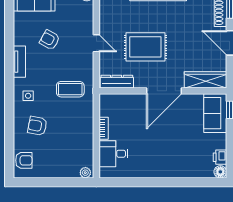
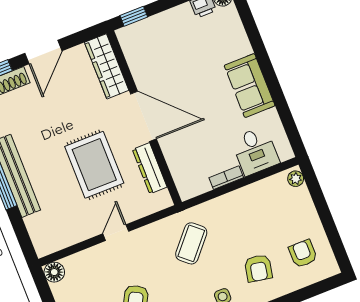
dresser: (117, 82) -> (150, 168), moved
coffee table: (70, 89) -> (191, 243), turned 41
sofa: (215, 113) -> (250, 86), moved, turned 90
armchair: (24, 160) -> (303, 254), moved

